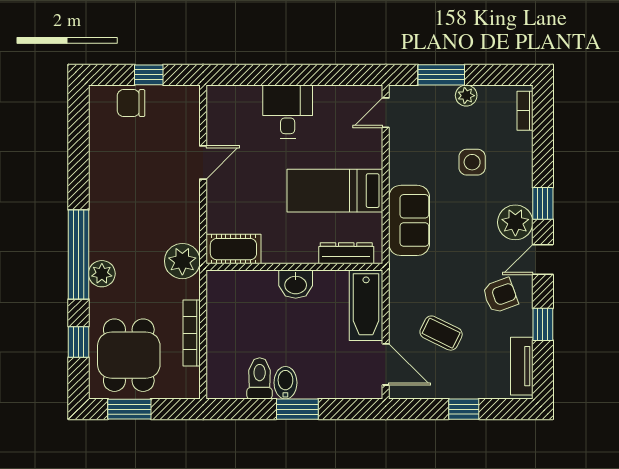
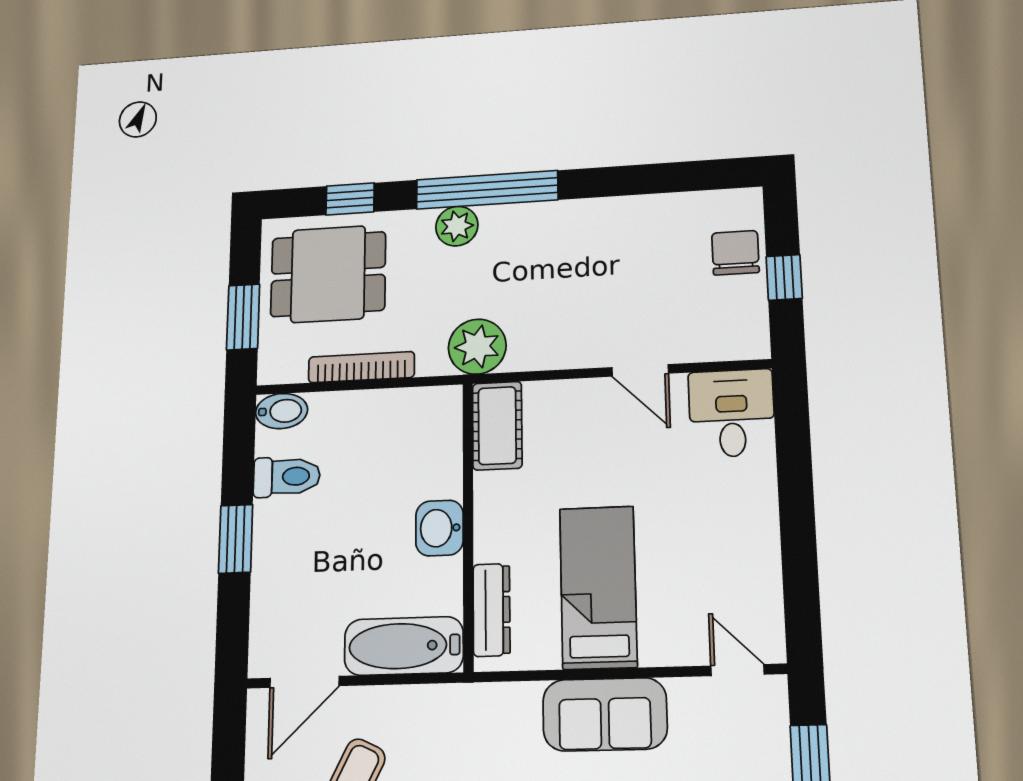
desk: (288, 111) -> (732, 413), moved, turned -90
sofa: (409, 220) -> (605, 714), moved
bidet: (285, 383) -> (282, 411), moved
window: (129, 409) -> (243, 317), moved

